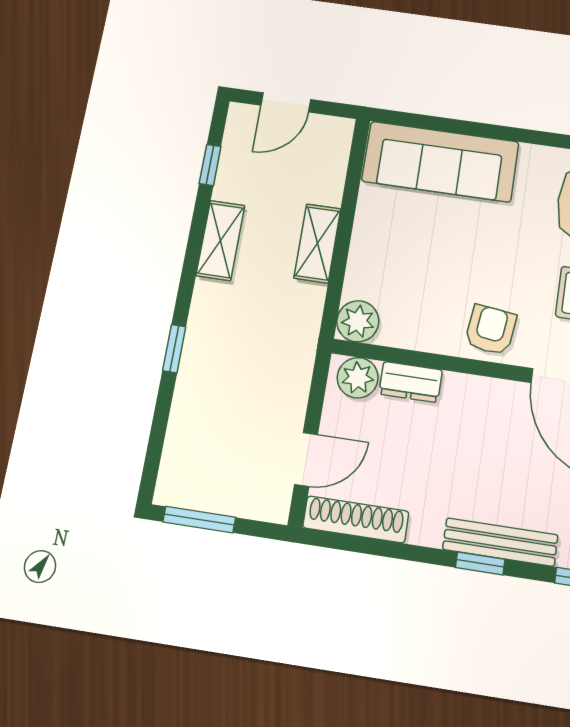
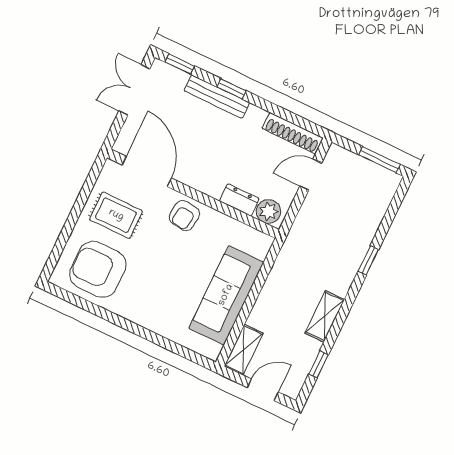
sofa: (440, 162) -> (226, 295), moved, turned -90
shelving: (317, 243) -> (244, 350), moved
plant: (358, 321) -> (259, 244), removed

